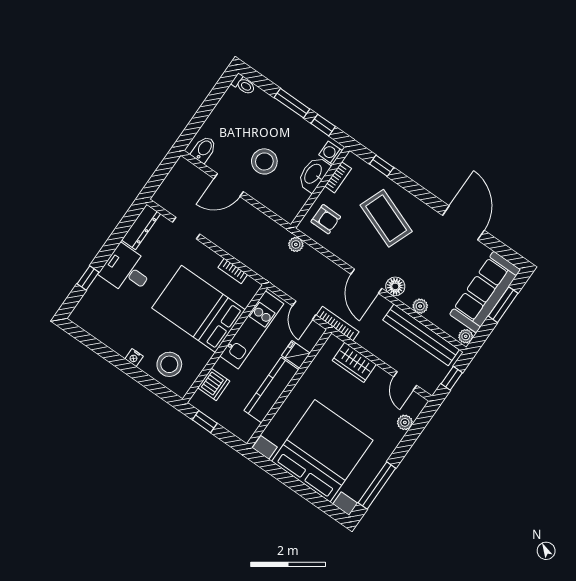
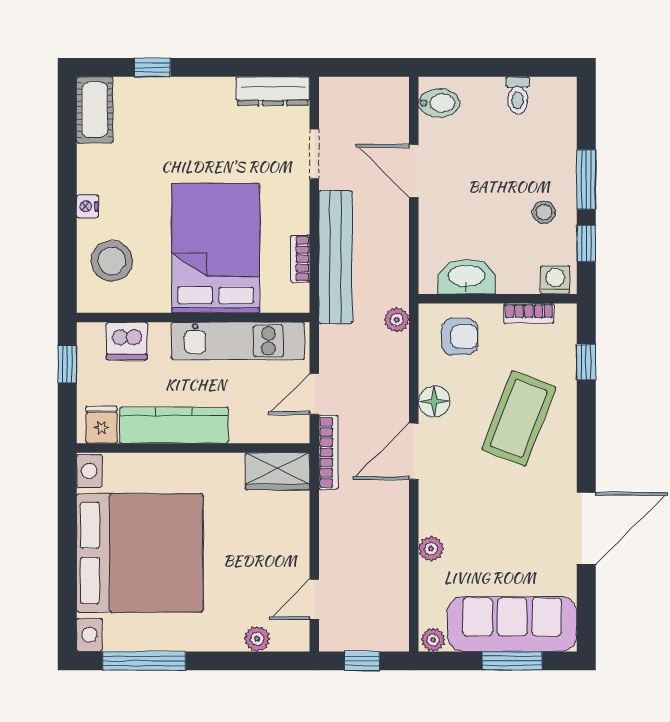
toilet: (243, 85) -> (518, 95), moved
stool: (264, 161) -> (544, 212), moved, width x0.53, depth x0.53
washbasin: (314, 174) -> (466, 277), moved
armchair: (326, 219) -> (460, 337), turned -90
desk: (127, 270) -> (200, 113), removed
floor lamp: (395, 286) -> (434, 401), moved
cot: (89, 321) -> (95, 110), added
bench: (421, 335) -> (336, 257), moved
fridge: (296, 354) -> (102, 425), moved
wardrobe: (354, 362) -> (278, 471), moved, turned -90

